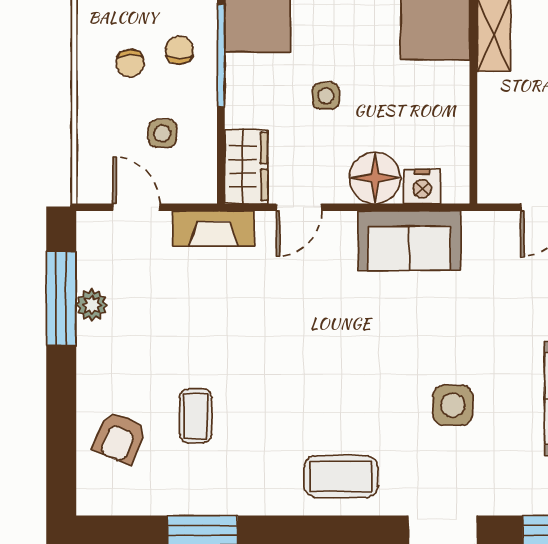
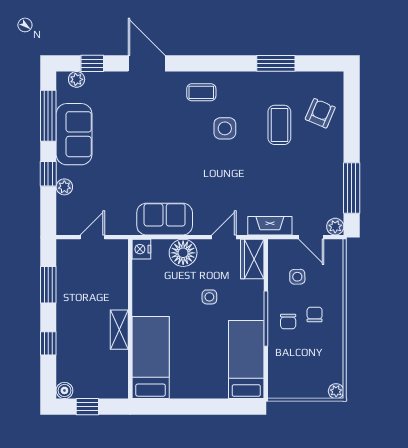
nightstand: (422, 186) -> (141, 249), moved, turned -90
plant: (92, 305) -> (335, 227), moved
side table: (453, 405) -> (225, 128), moved
coffee table: (196, 416) -> (279, 125), width x1.36, depth x1.30
coffee table: (341, 477) -> (201, 92), width x0.73, depth x0.77

